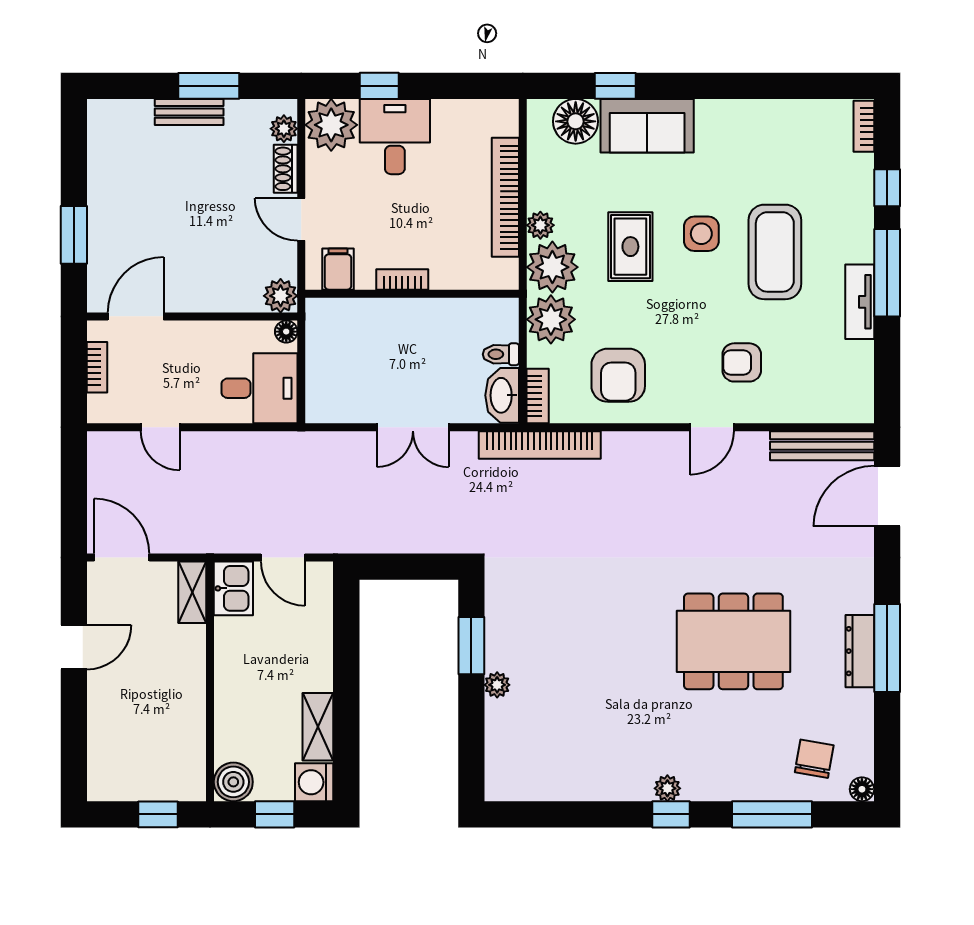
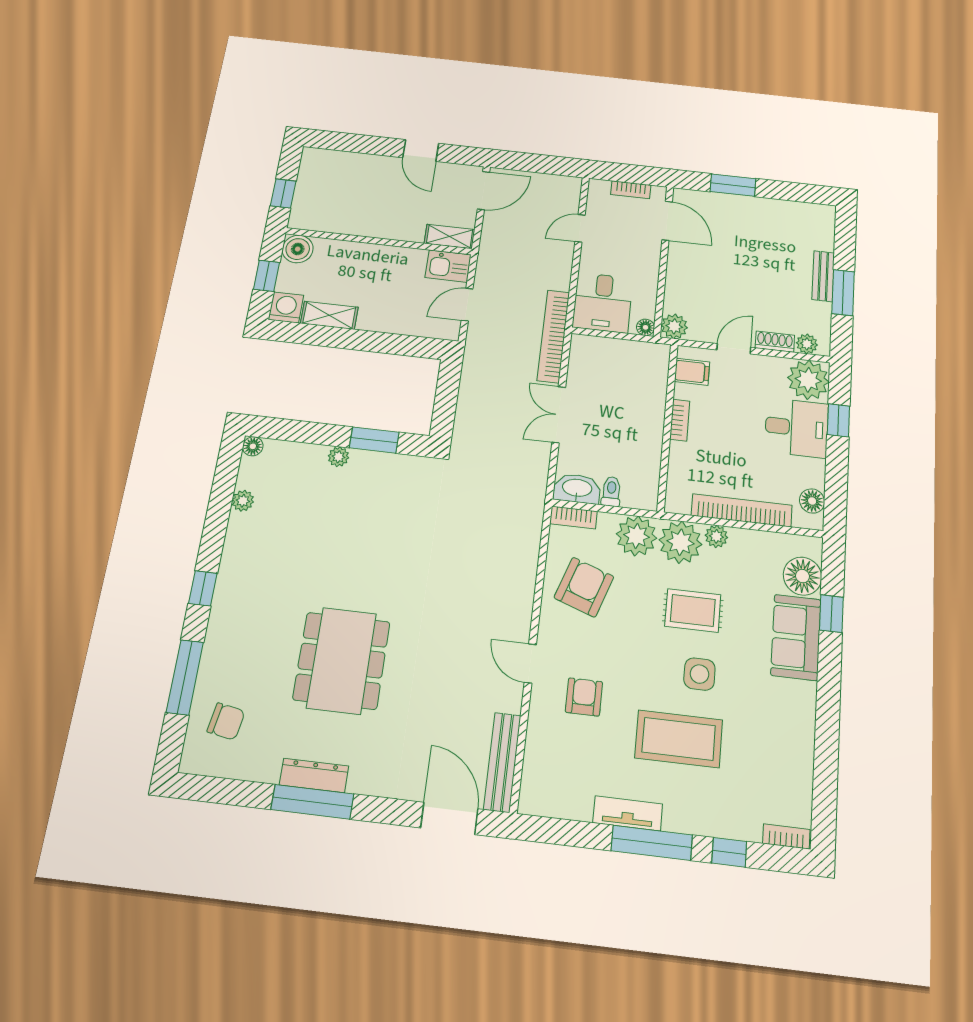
floor lamp: (484, 114) -> (812, 501), added
armchair: (618, 375) -> (584, 587), turned 109
bookcase: (540, 445) -> (553, 336), moved
plant: (667, 788) -> (243, 501), moved
floor lamp: (862, 789) -> (253, 446), moved

